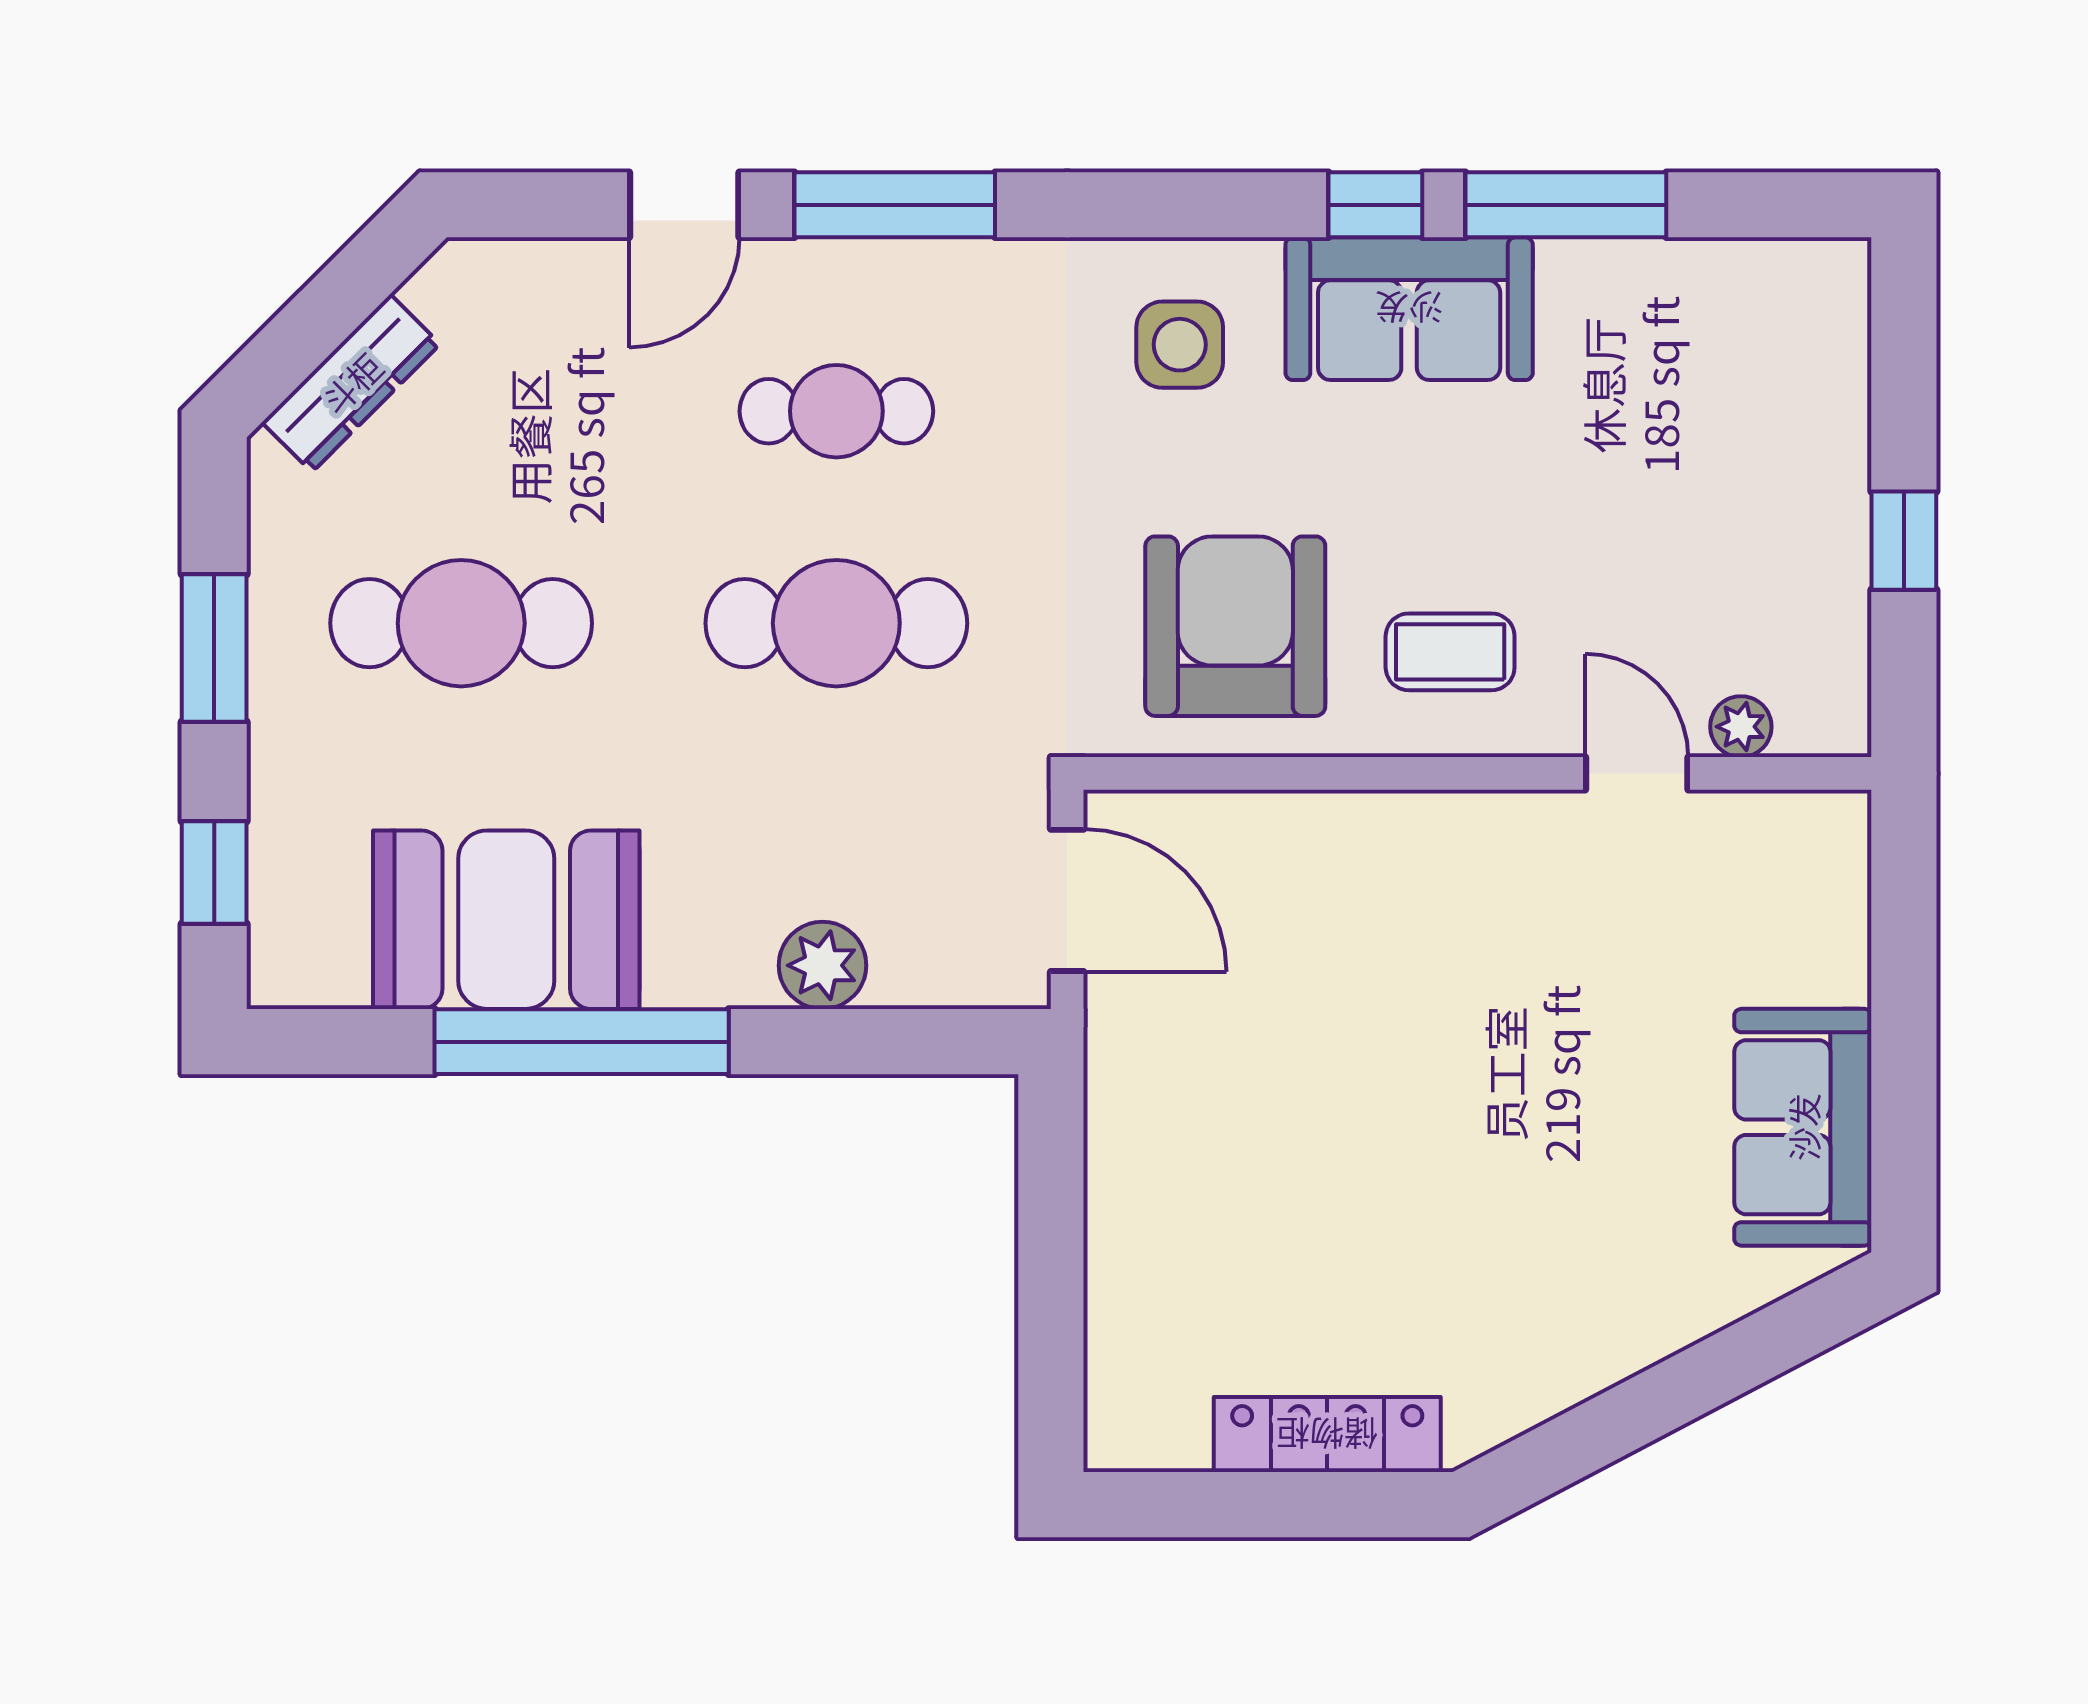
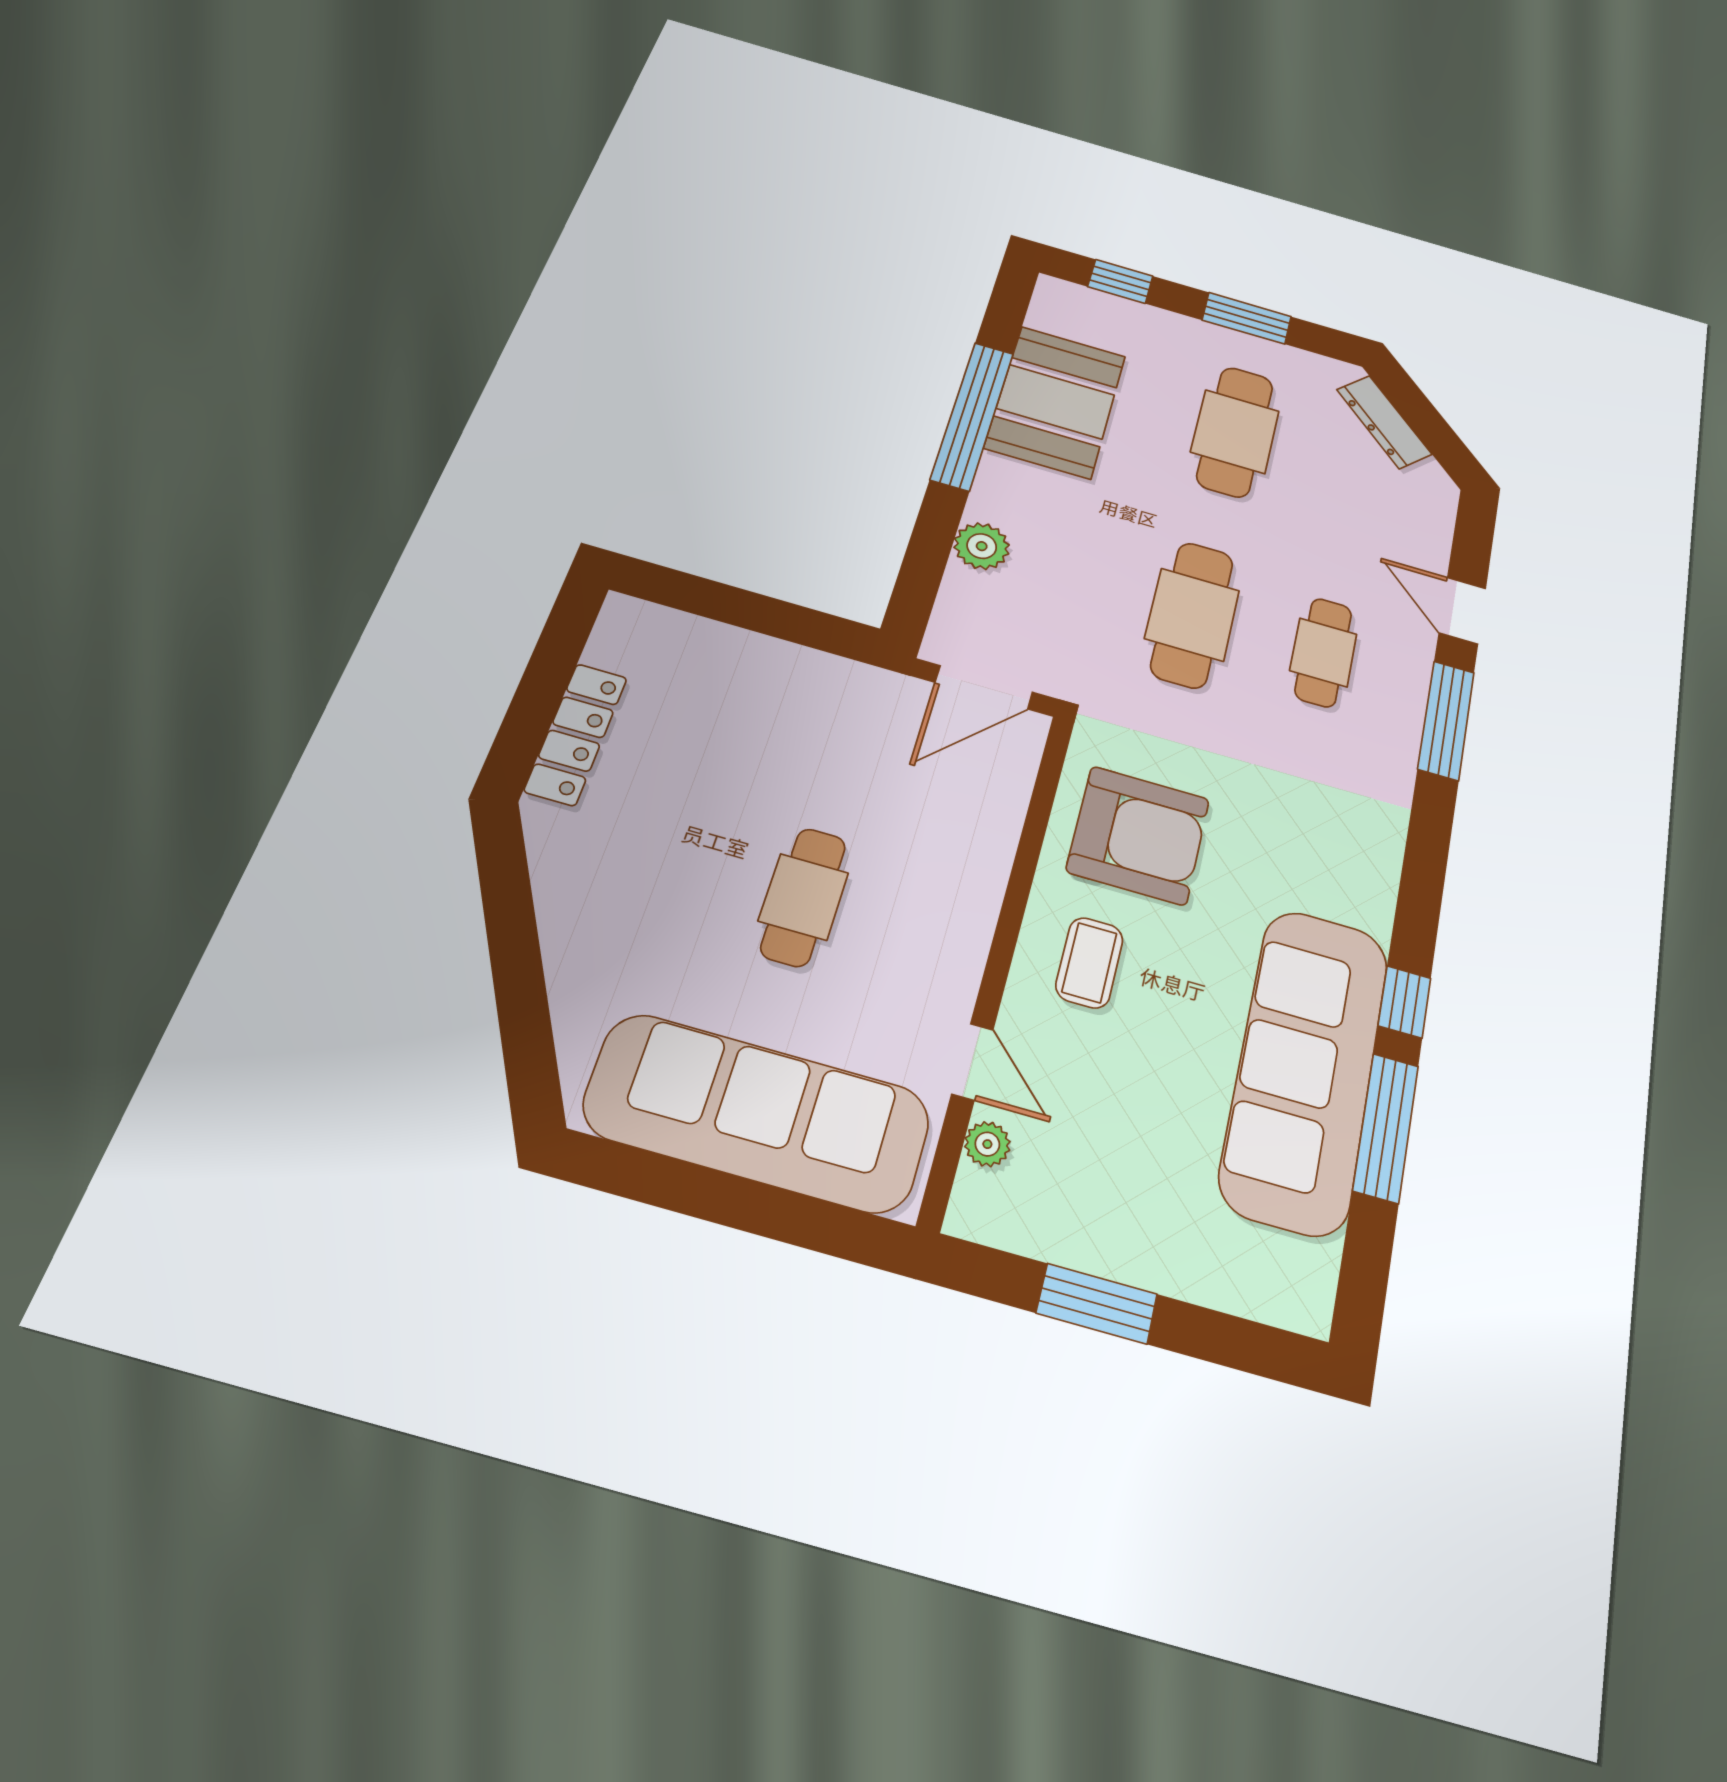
sofa: (1409, 309) -> (1305, 1068), width x1.85, depth x1.27
side table: (1180, 345) -> (1331, 855), removed
window: (1904, 541) -> (1097, 1304), width x1.50
door: (1637, 773) -> (972, 1062), hinge flipped
cafe table: (1473, 1058) -> (803, 897), added
sofa: (1803, 1127) -> (758, 1113), width x1.85, depth x1.27

